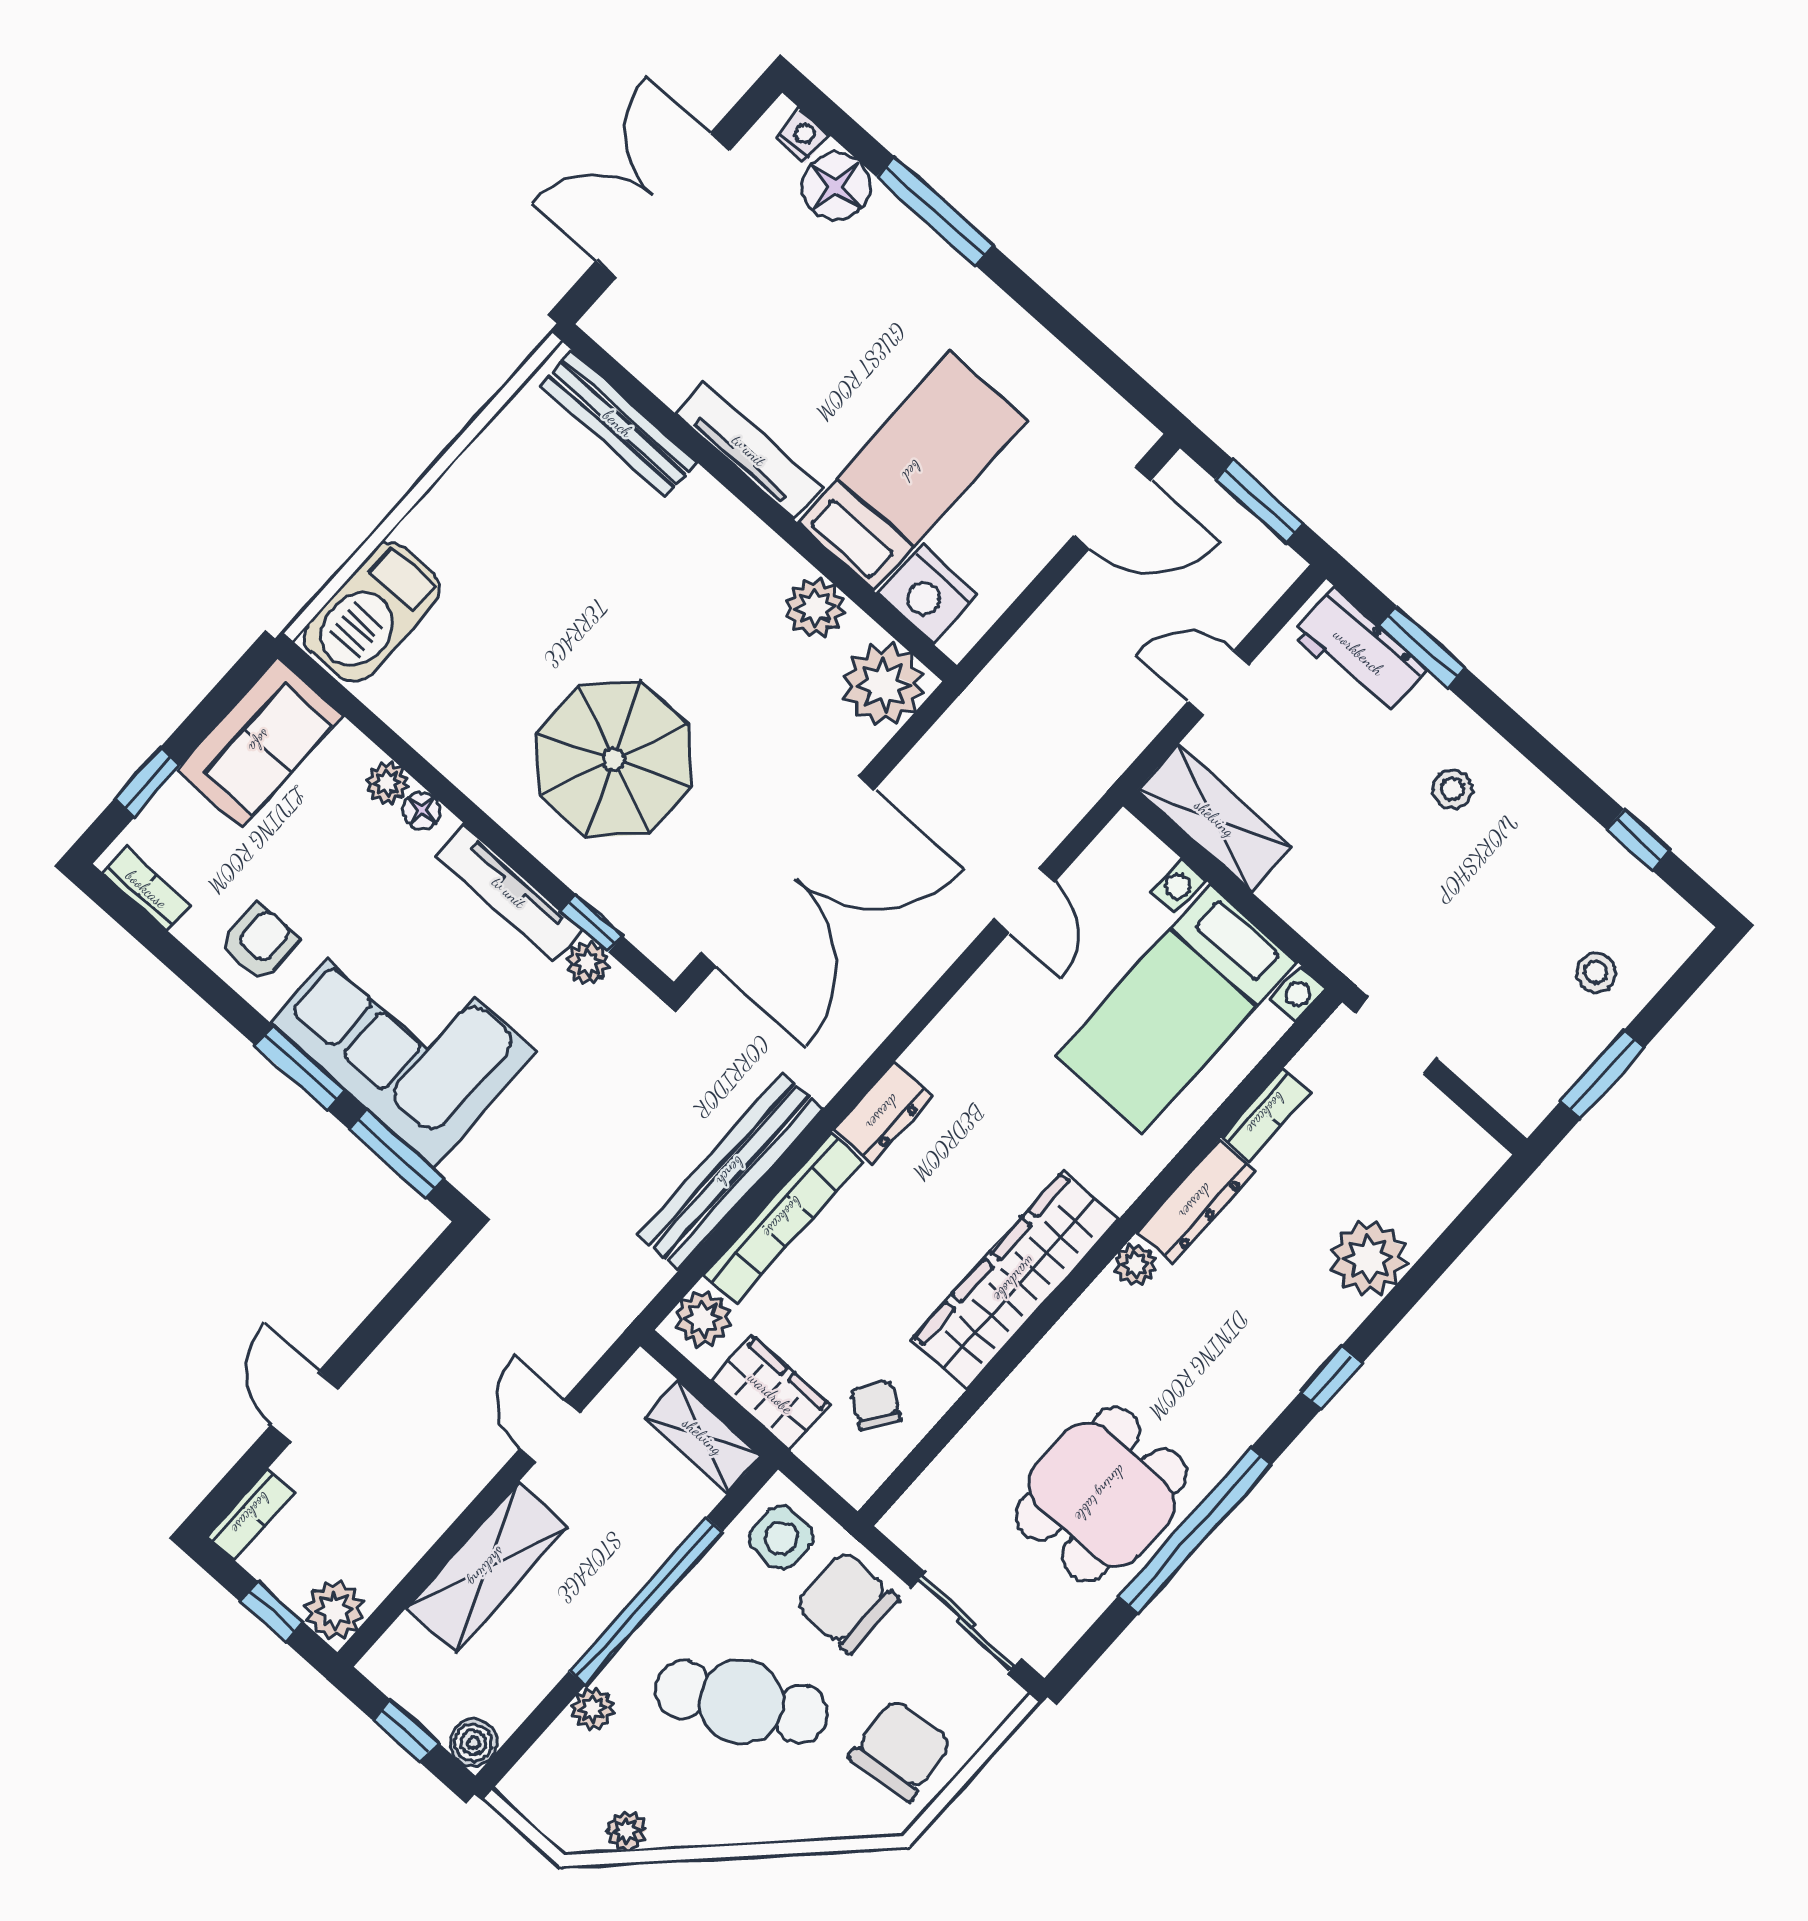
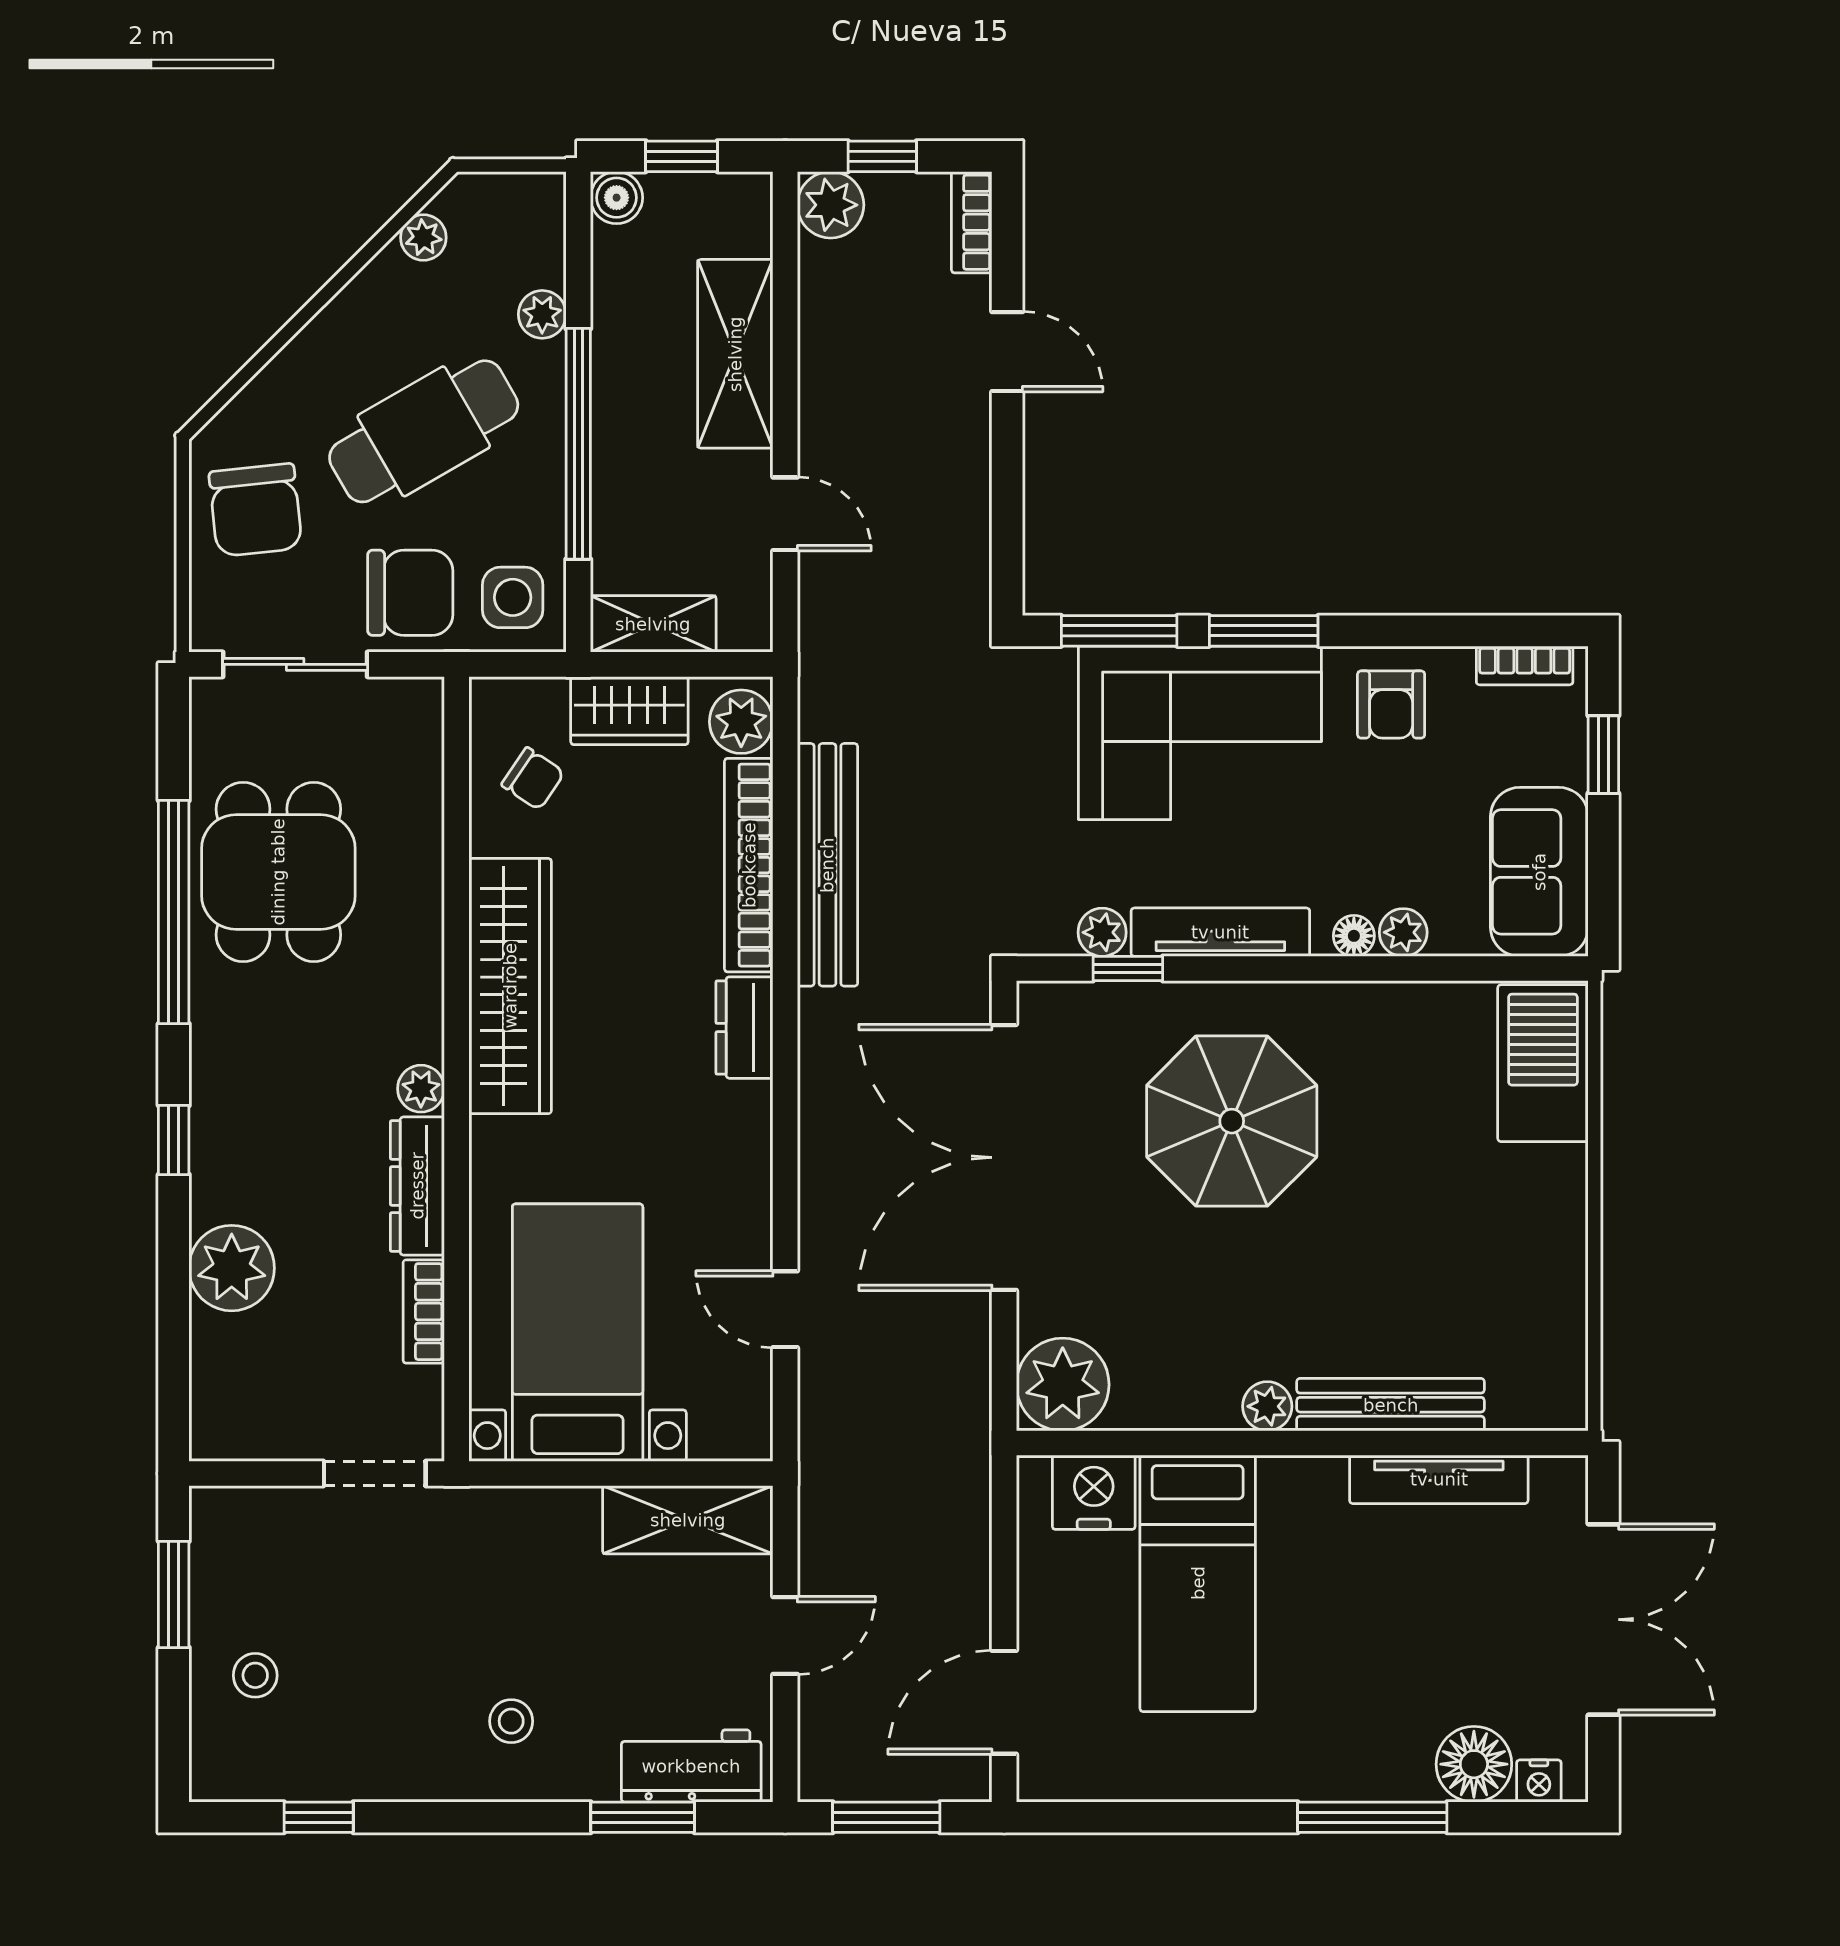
bench: (618, 423) -> (1391, 1405), moved
tv unit: (749, 450) -> (1439, 1479), moved
plant: (815, 608) -> (1267, 1406), moved, width x0.73, depth x0.73

